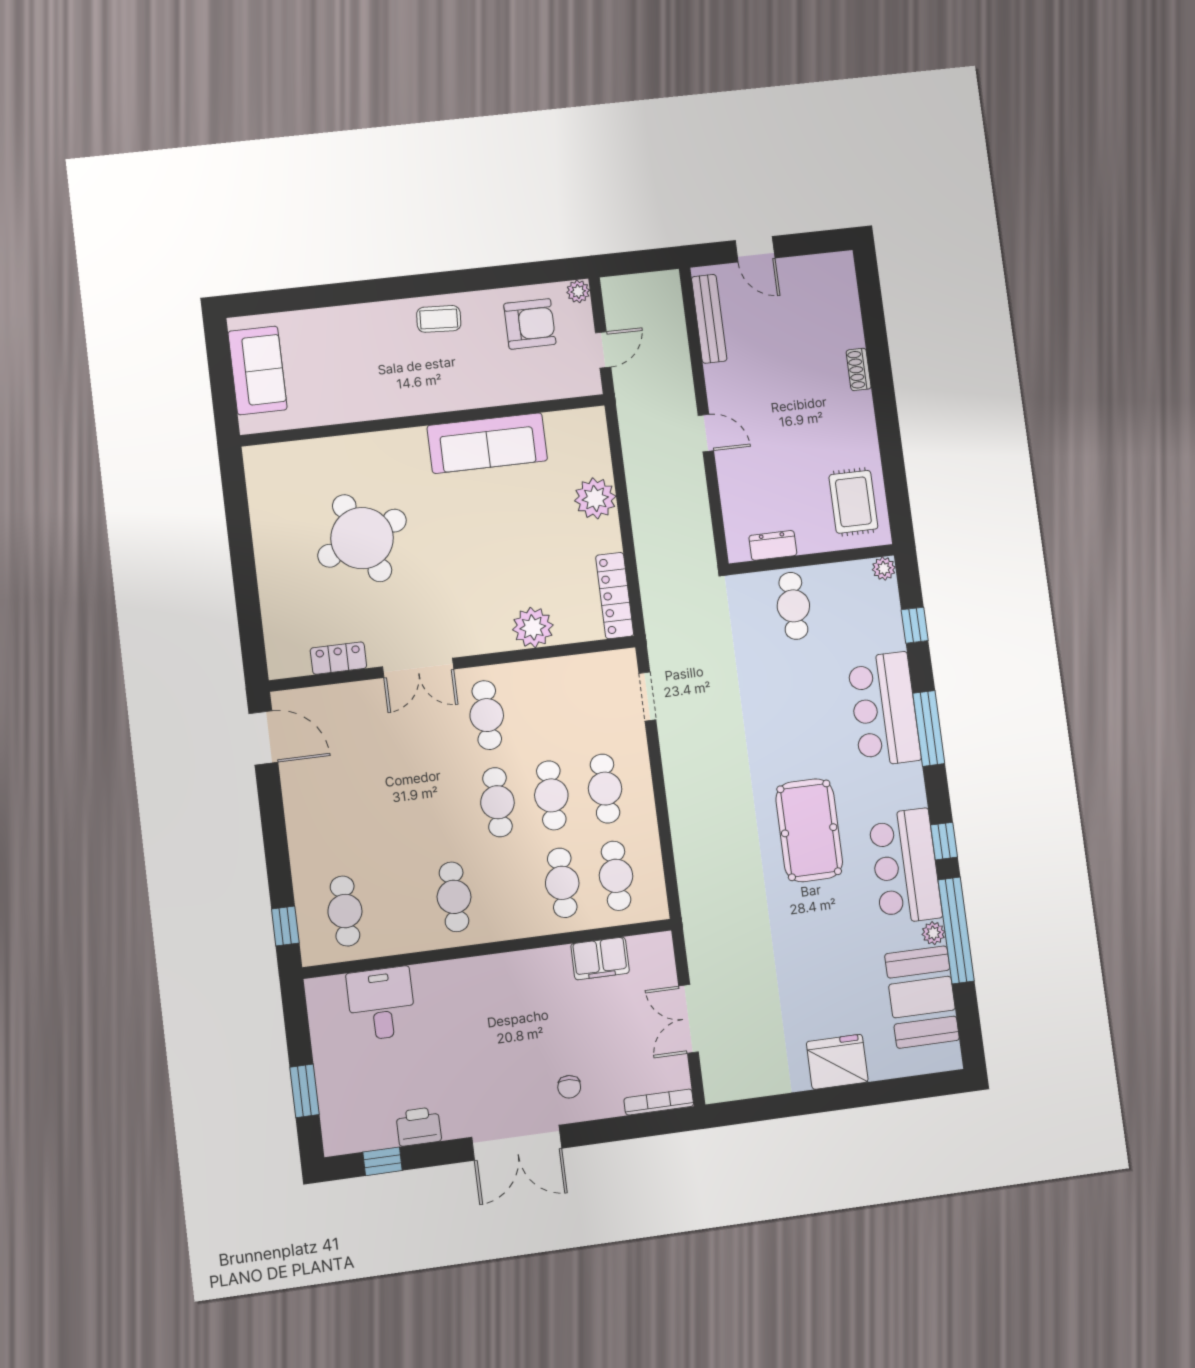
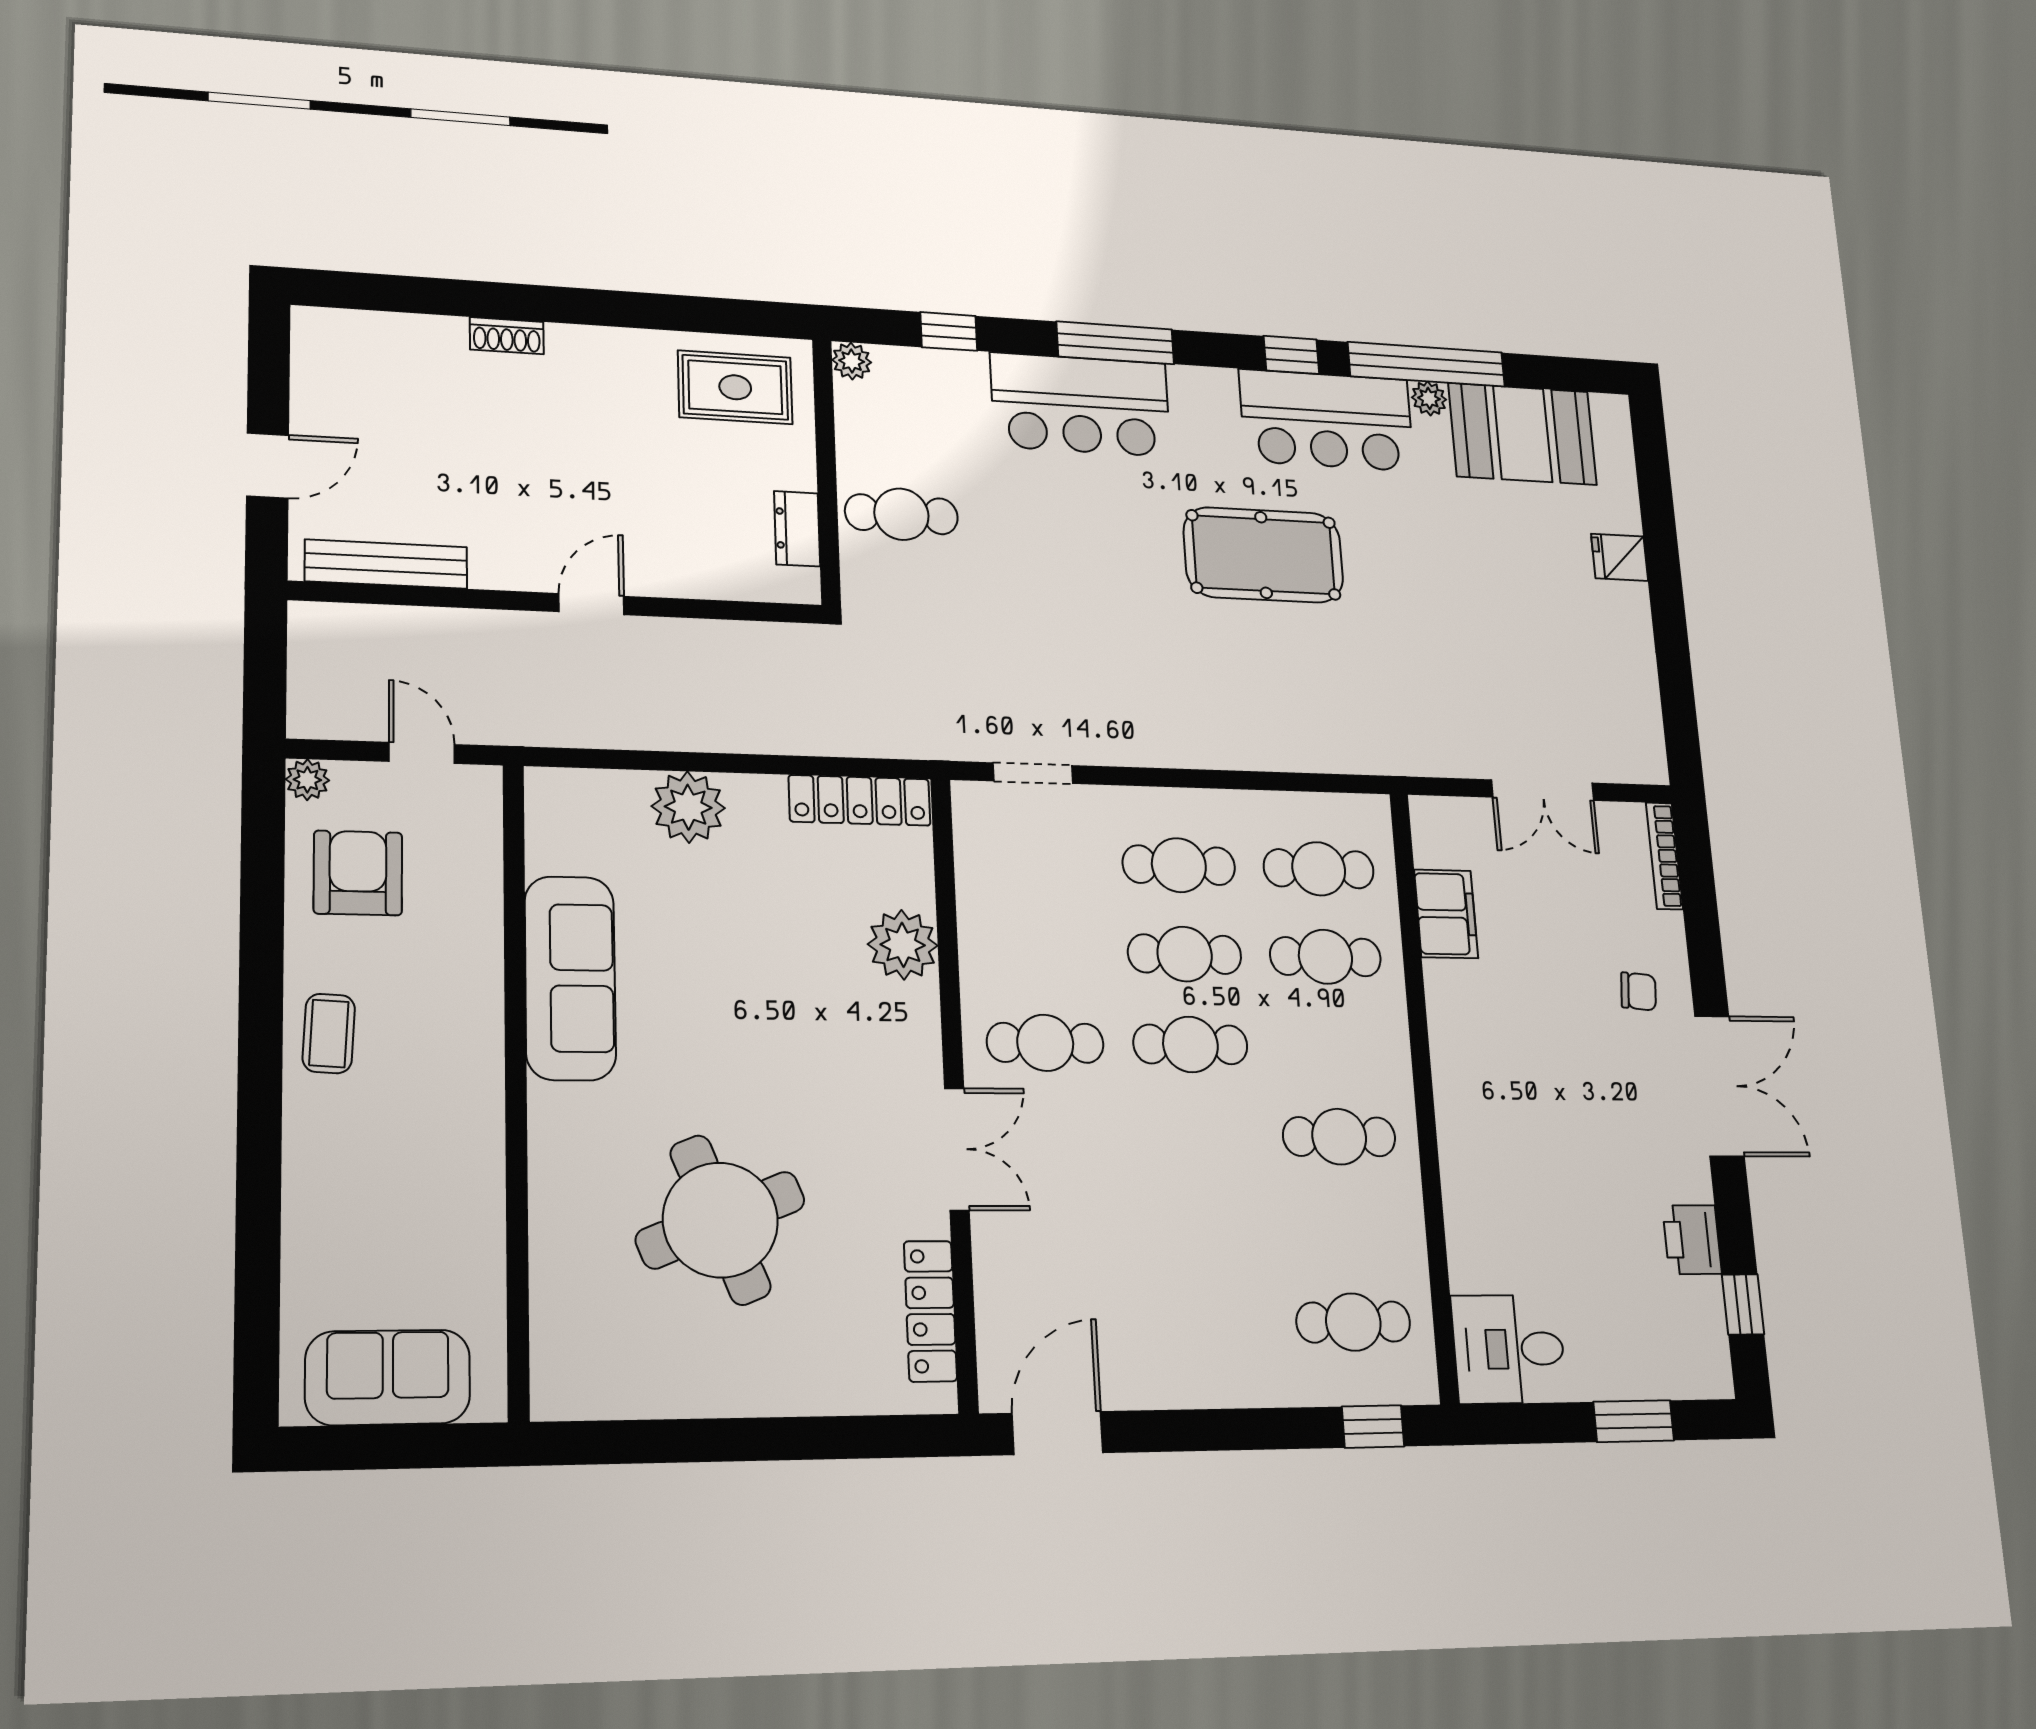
locker: (338, 658) -> (930, 1311), width x1.53
desk: (381, 1004) -> (1509, 1349), moved
fridge: (837, 1062) -> (1620, 557), width x0.53, depth x0.75

